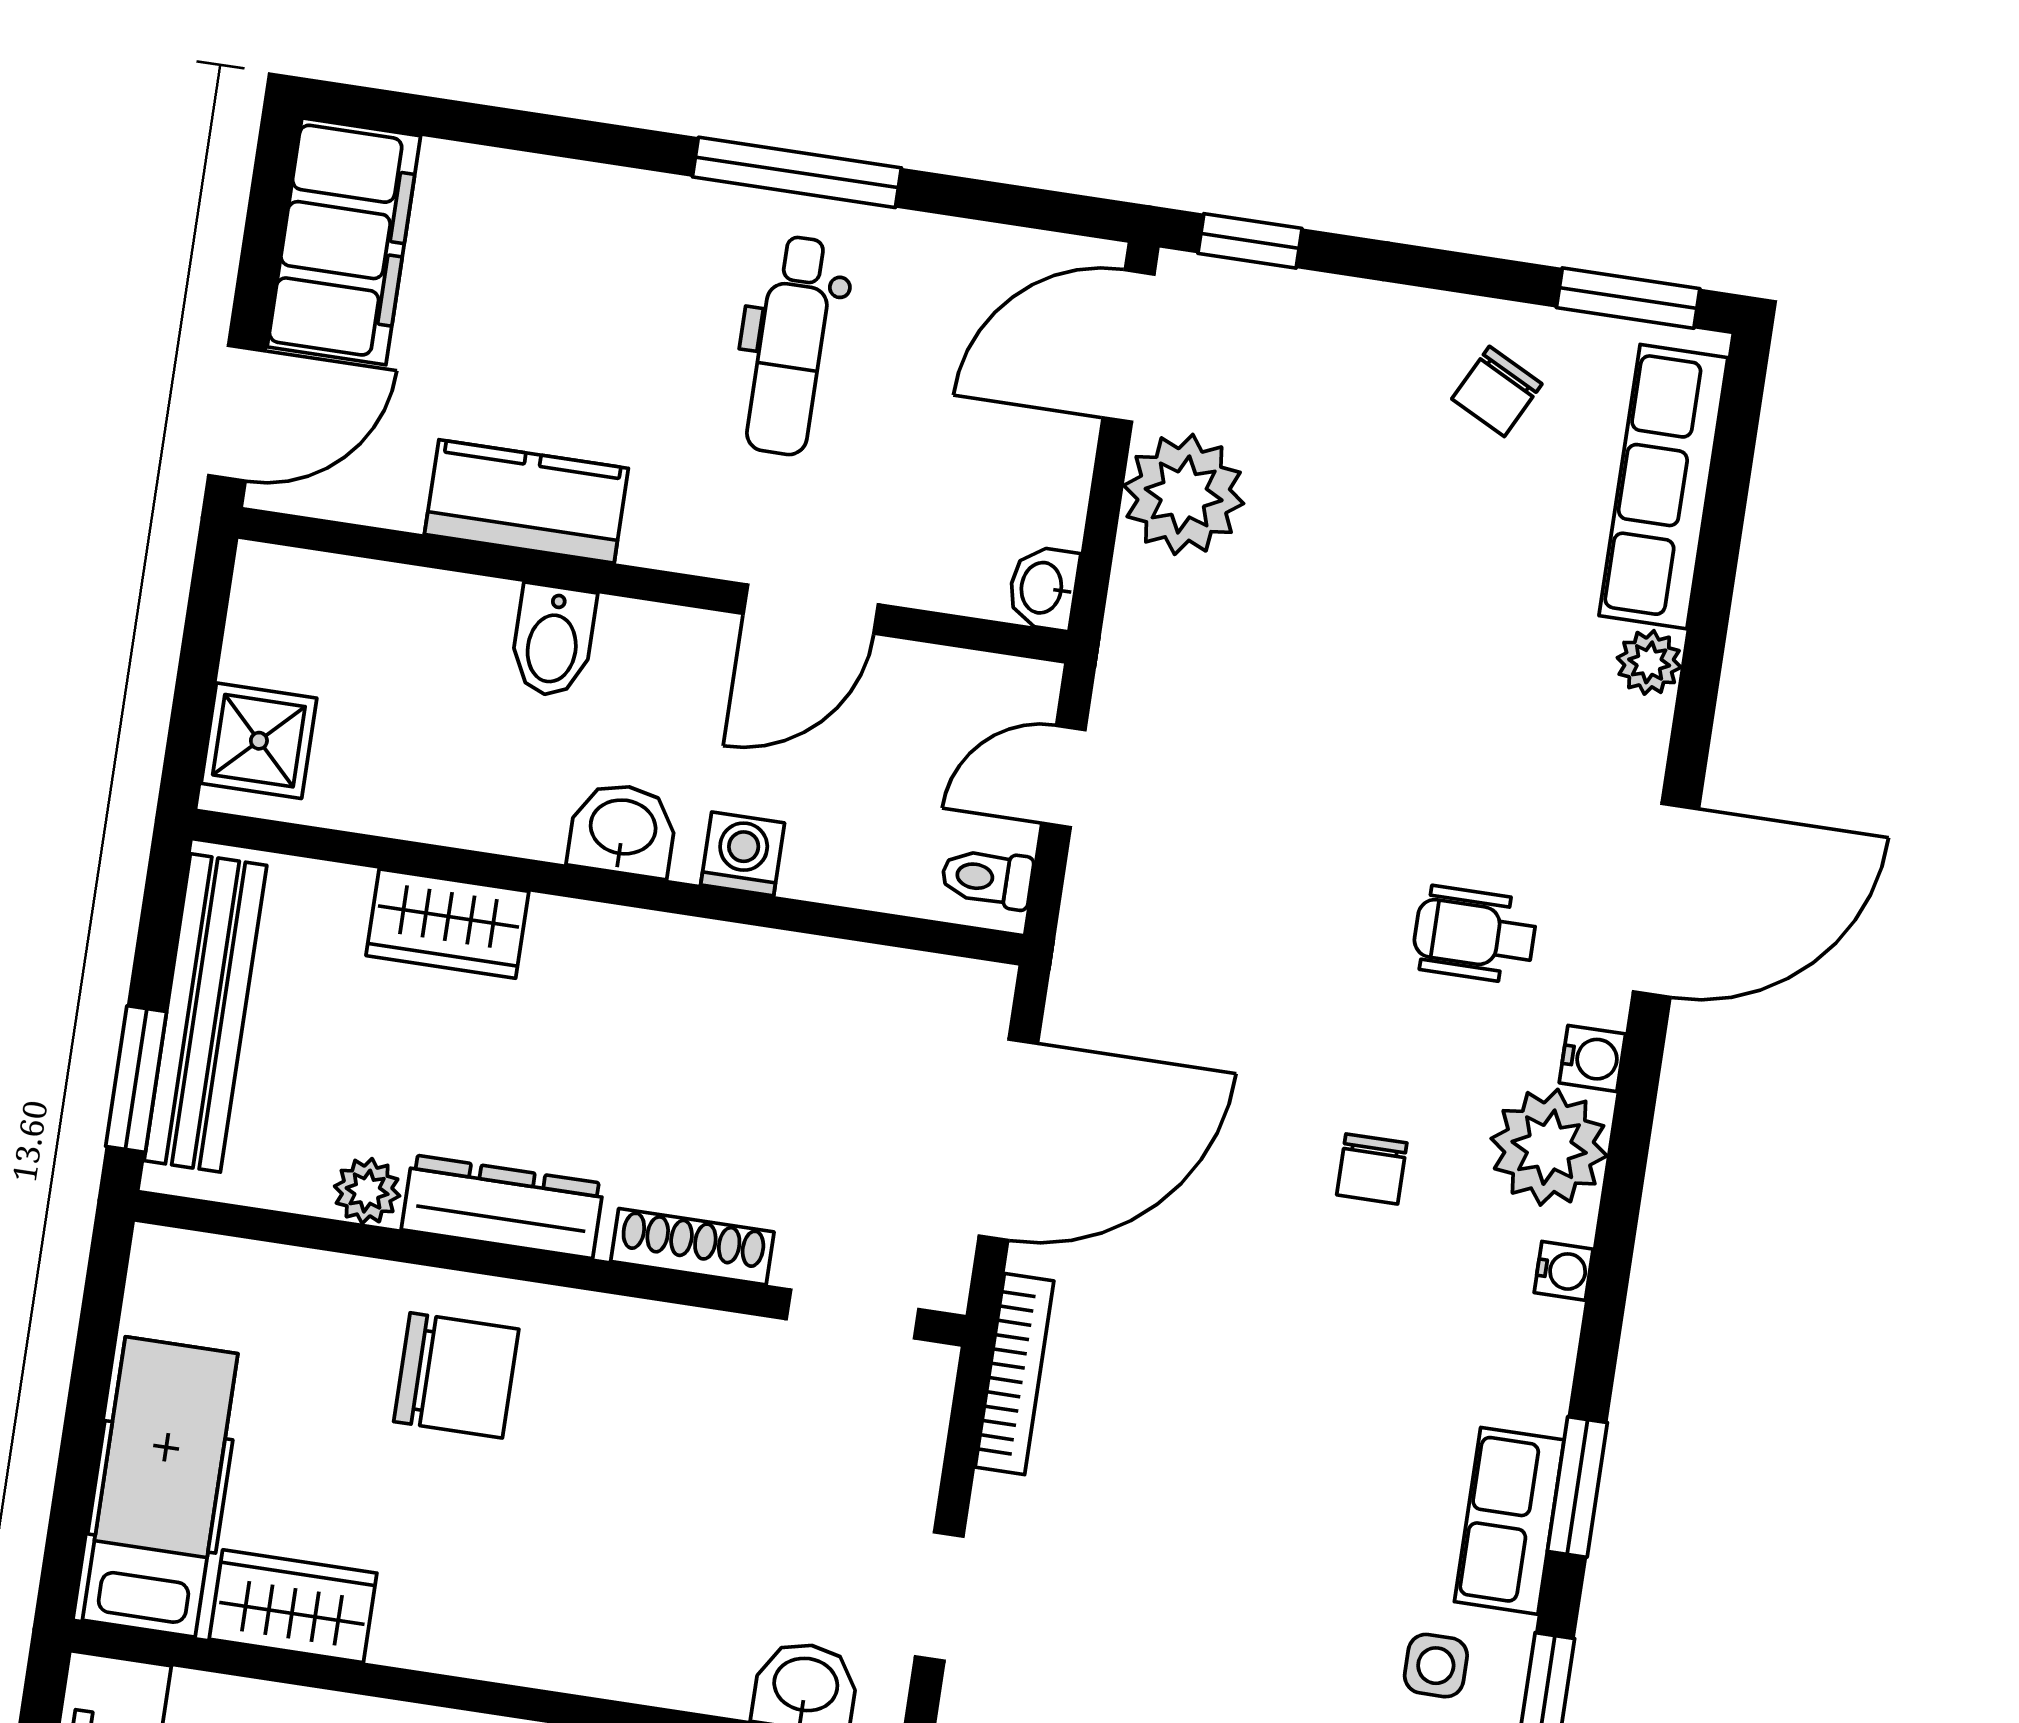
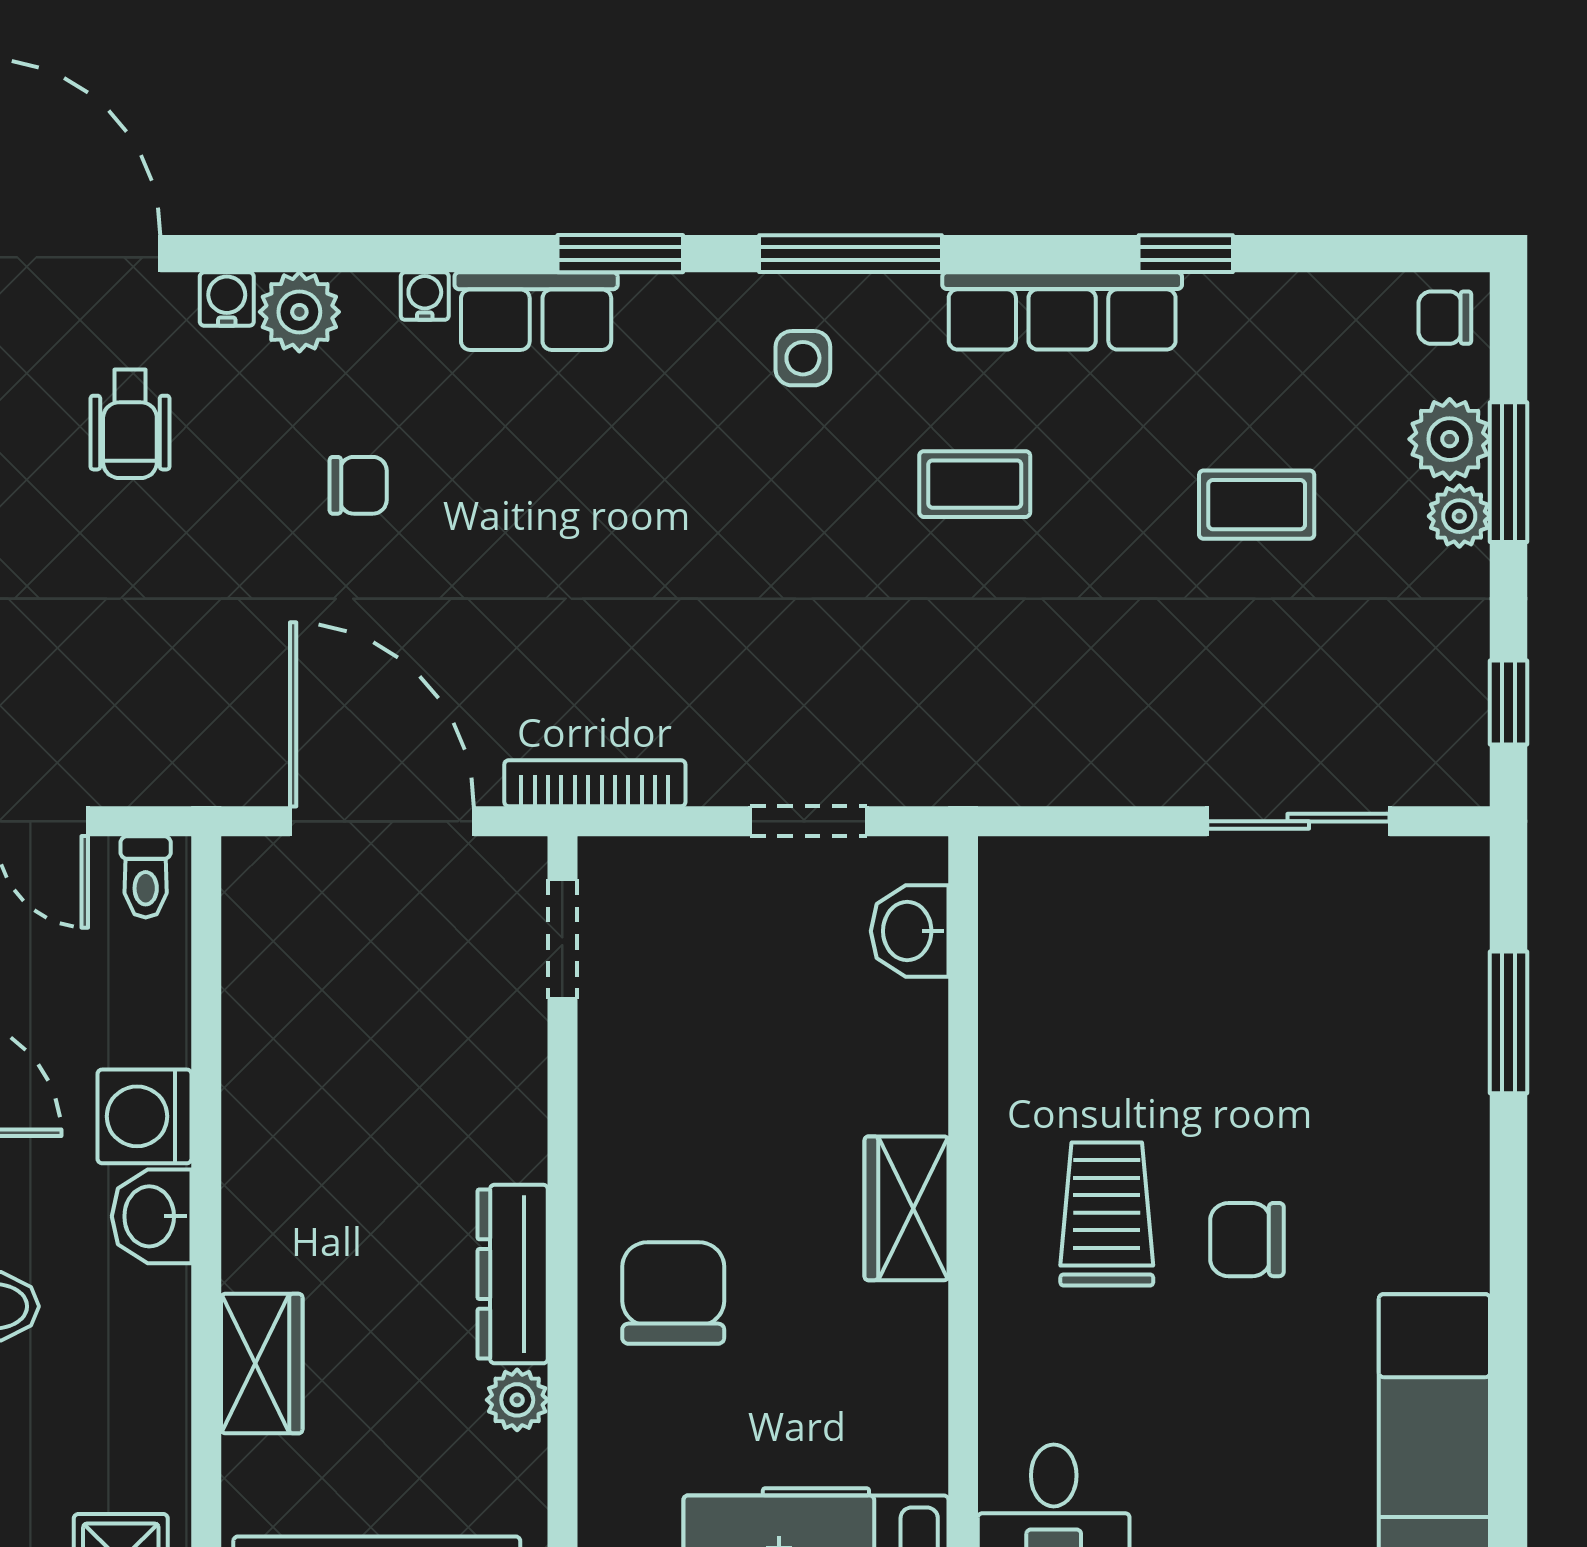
washing machine: (743, 854) -> (145, 1116), width x1.38, depth x1.38
plant: (1549, 1147) -> (299, 312), width x0.73, depth x0.73
shoe rack: (692, 1247) -> (523, 1095), removed
row of seats: (1509, 1521) -> (536, 311), moved
wardrobe: (293, 1606) -> (907, 1208), moved

